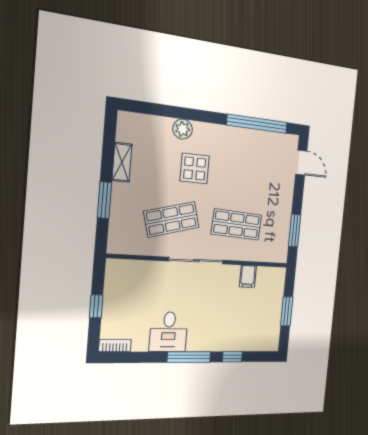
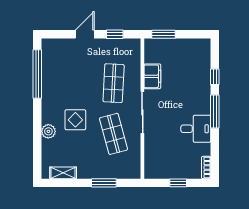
shelving: (122, 162) -> (63, 173), moved
door: (301, 163) -> (85, 34), moved
window: (295, 230) -> (115, 34), width x0.67
filing cabinet: (248, 276) -> (152, 76), width x2.00
window: (287, 311) -> (163, 34), moved

